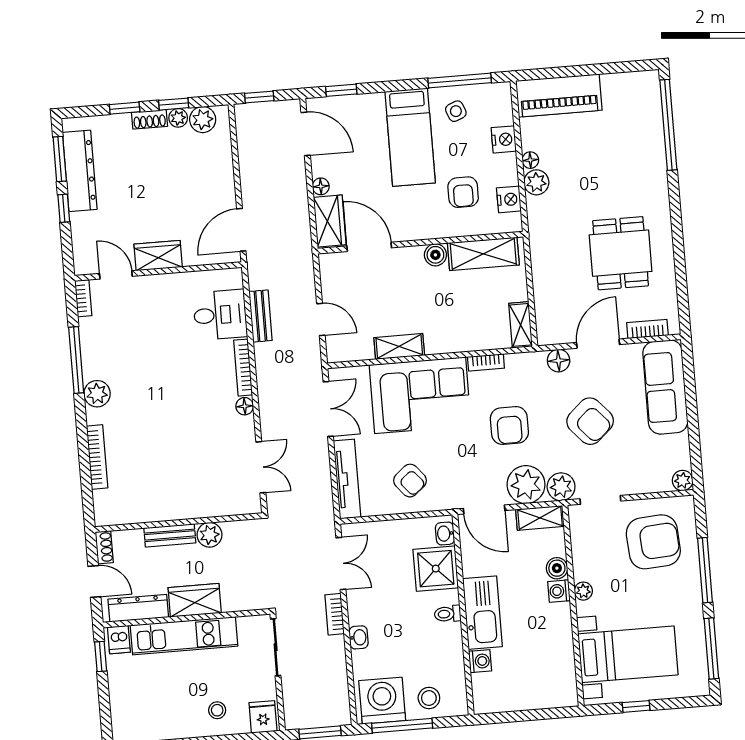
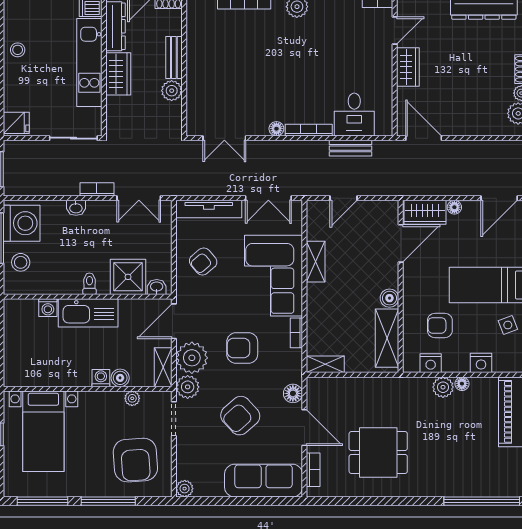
plant: (583, 591) -> (132, 398), moved
stool: (217, 710) -> (18, 50), moved

